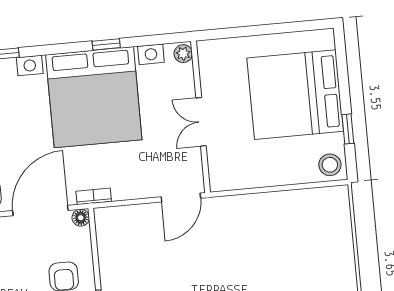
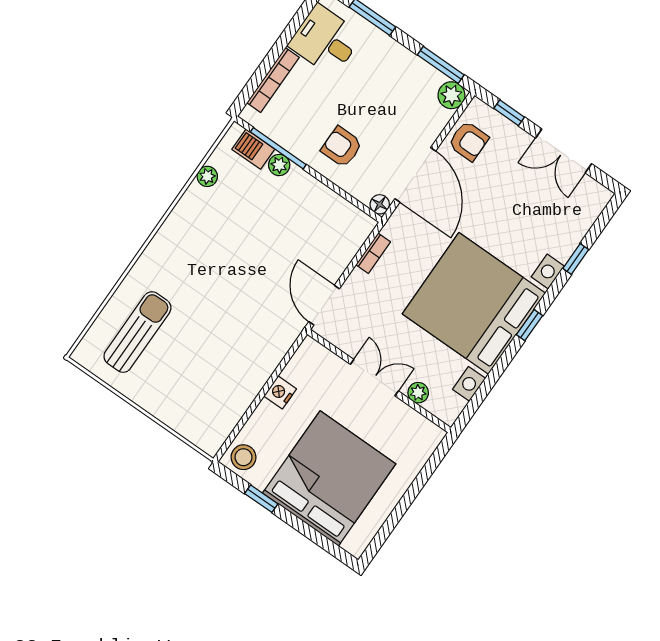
window: (106, 44) -> (529, 325), moved
plant: (183, 54) -> (418, 393), moved
nightstand: (265, 177) -> (280, 392), added
bookcase: (94, 196) -> (373, 253), moved

